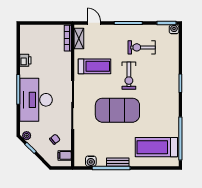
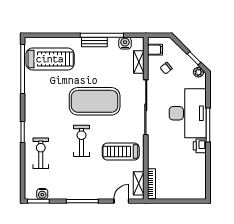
door: (94, 23) -> (121, 201), swing flipped
water cooler: (174, 29) -> (42, 194), moved
exercise bike: (142, 47) -> (41, 153), moved, turned -90
printer: (25, 60) -> (200, 146), moved
shelving: (79, 145) -> (139, 62), added

